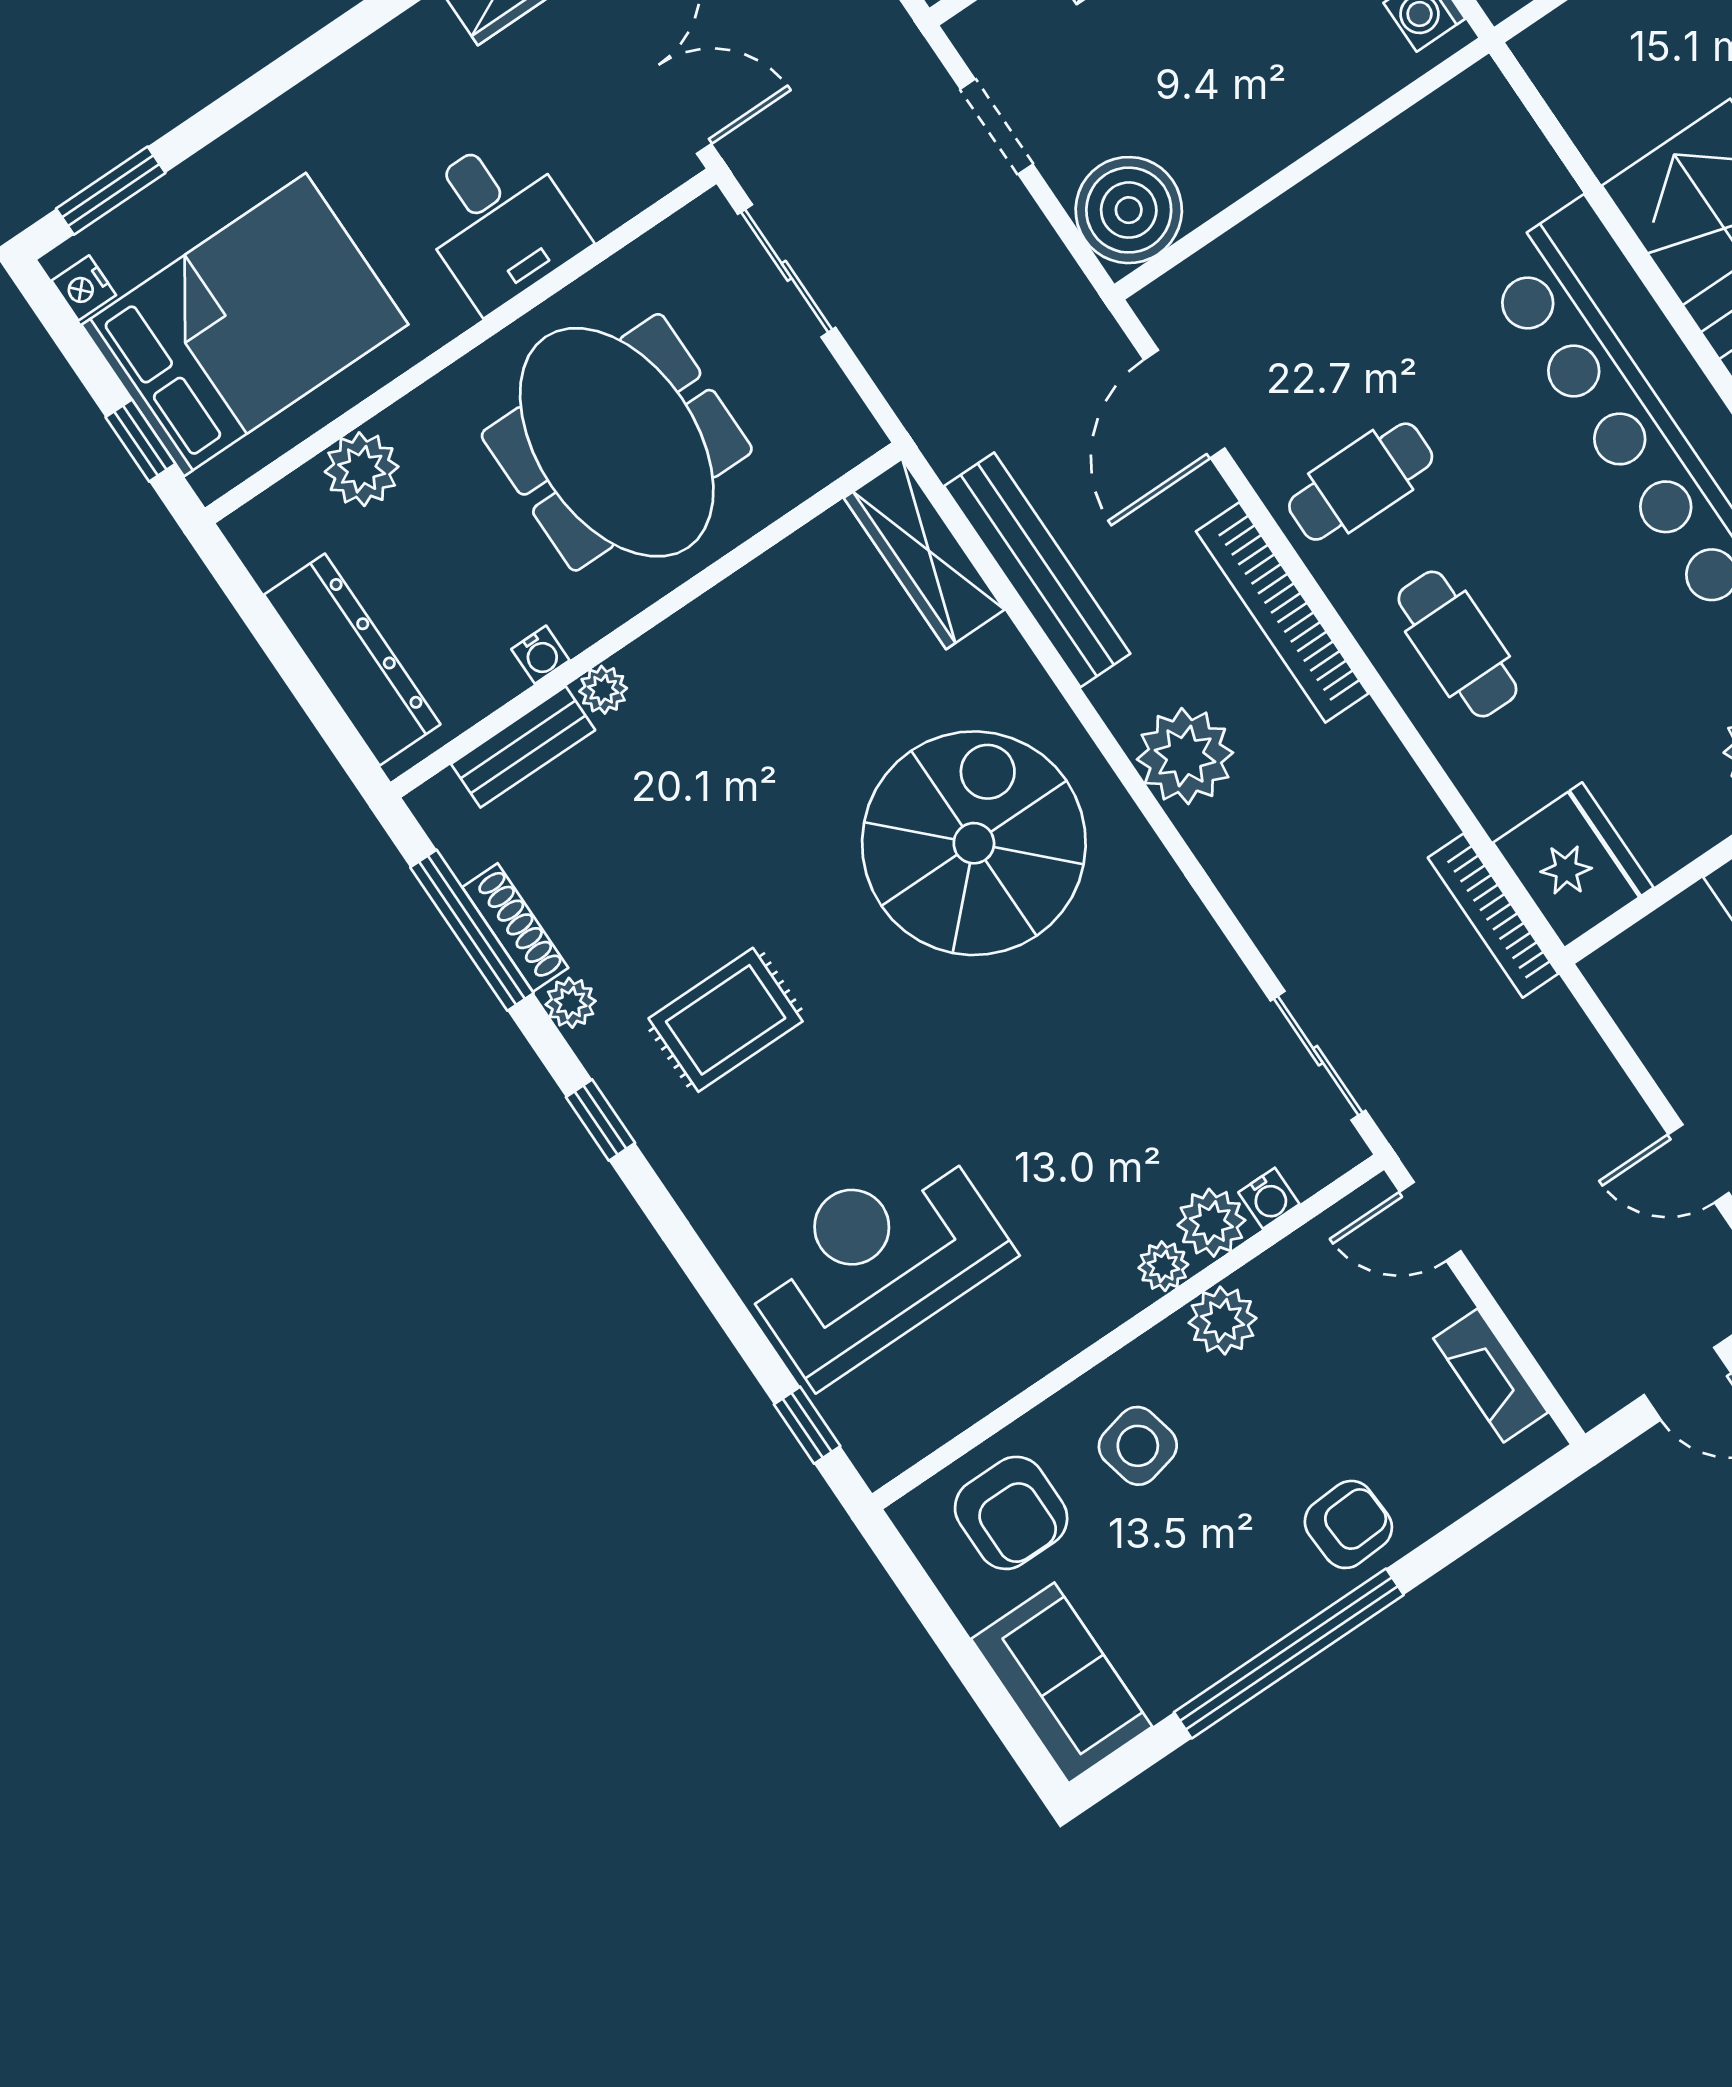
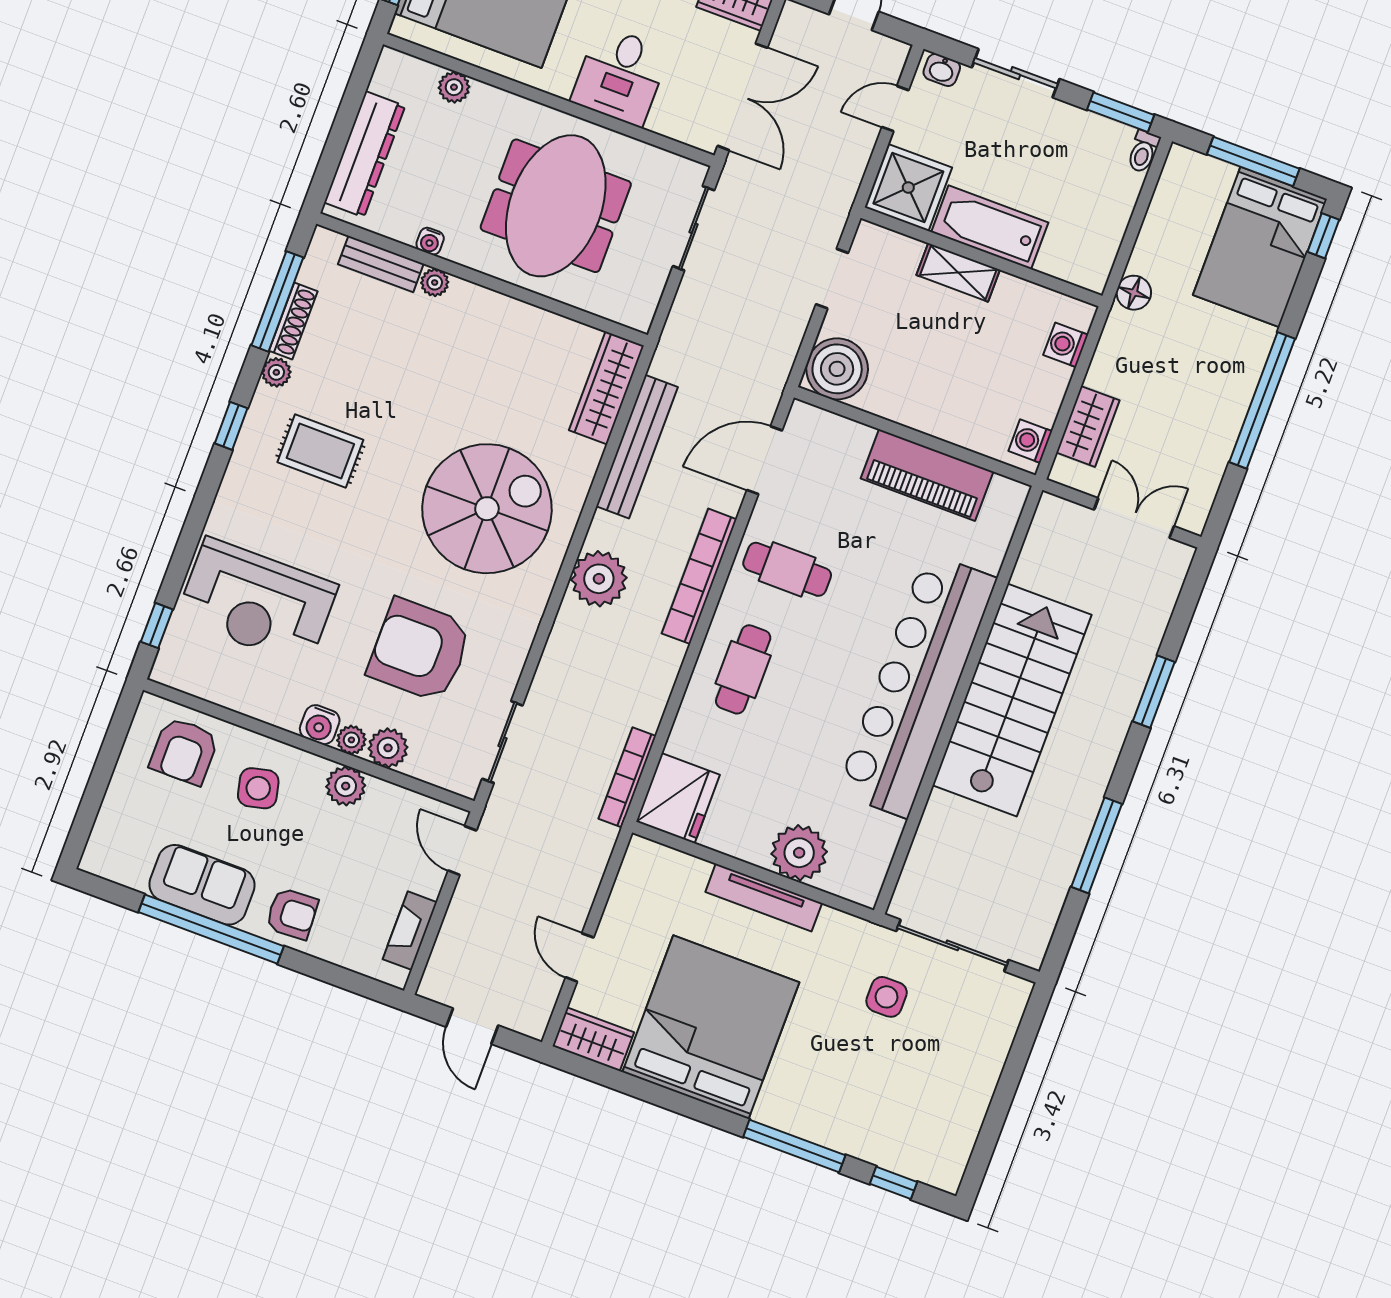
piano: (1368, 190) -> (927, 475), added
plant: (362, 469) -> (454, 87), width x0.73, depth x0.73
armchair: (1105, 1080) -> (420, 650), added
water cooler: (1269, 1198) -> (320, 725), moved, width x1.38, depth x1.38
reception desk: (874, 1260) -> (257, 602), turned 180
sofa: (1062, 1683) -> (202, 885), moved, turned -90

